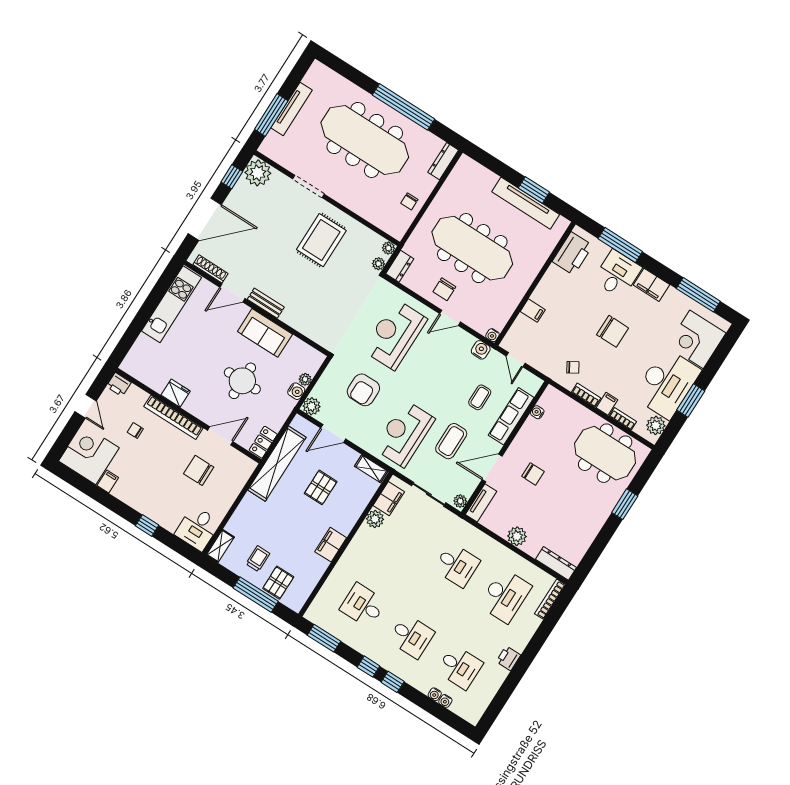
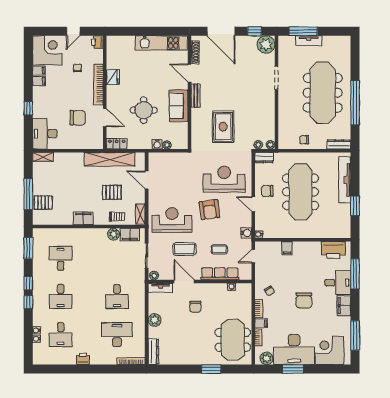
tv unit: (292, 109) -> (309, 41), width x0.71
tv unit: (526, 203) -> (345, 180), moved
rug: (321, 240) -> (223, 127), moved, turned 90
armchair: (363, 390) -> (210, 210), moved, turned -98
plant: (312, 406) -> (154, 158), removed
chair: (199, 470) -> (78, 118), turned 90
filing cabinet: (121, 490) -> (39, 81), added
desk: (198, 528) -> (45, 134), width x1.37
trolley: (258, 559) -> (117, 217), moved
desk: (505, 596) -> (117, 335), turned 180

